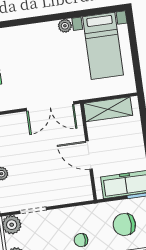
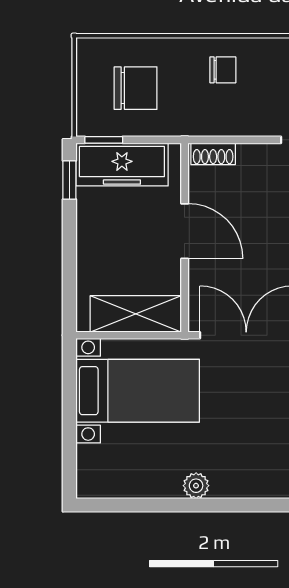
bed with nightstands: (103, 46) -> (138, 391), moved, turned 90
shoe rack: (80, 196) -> (213, 154), added

